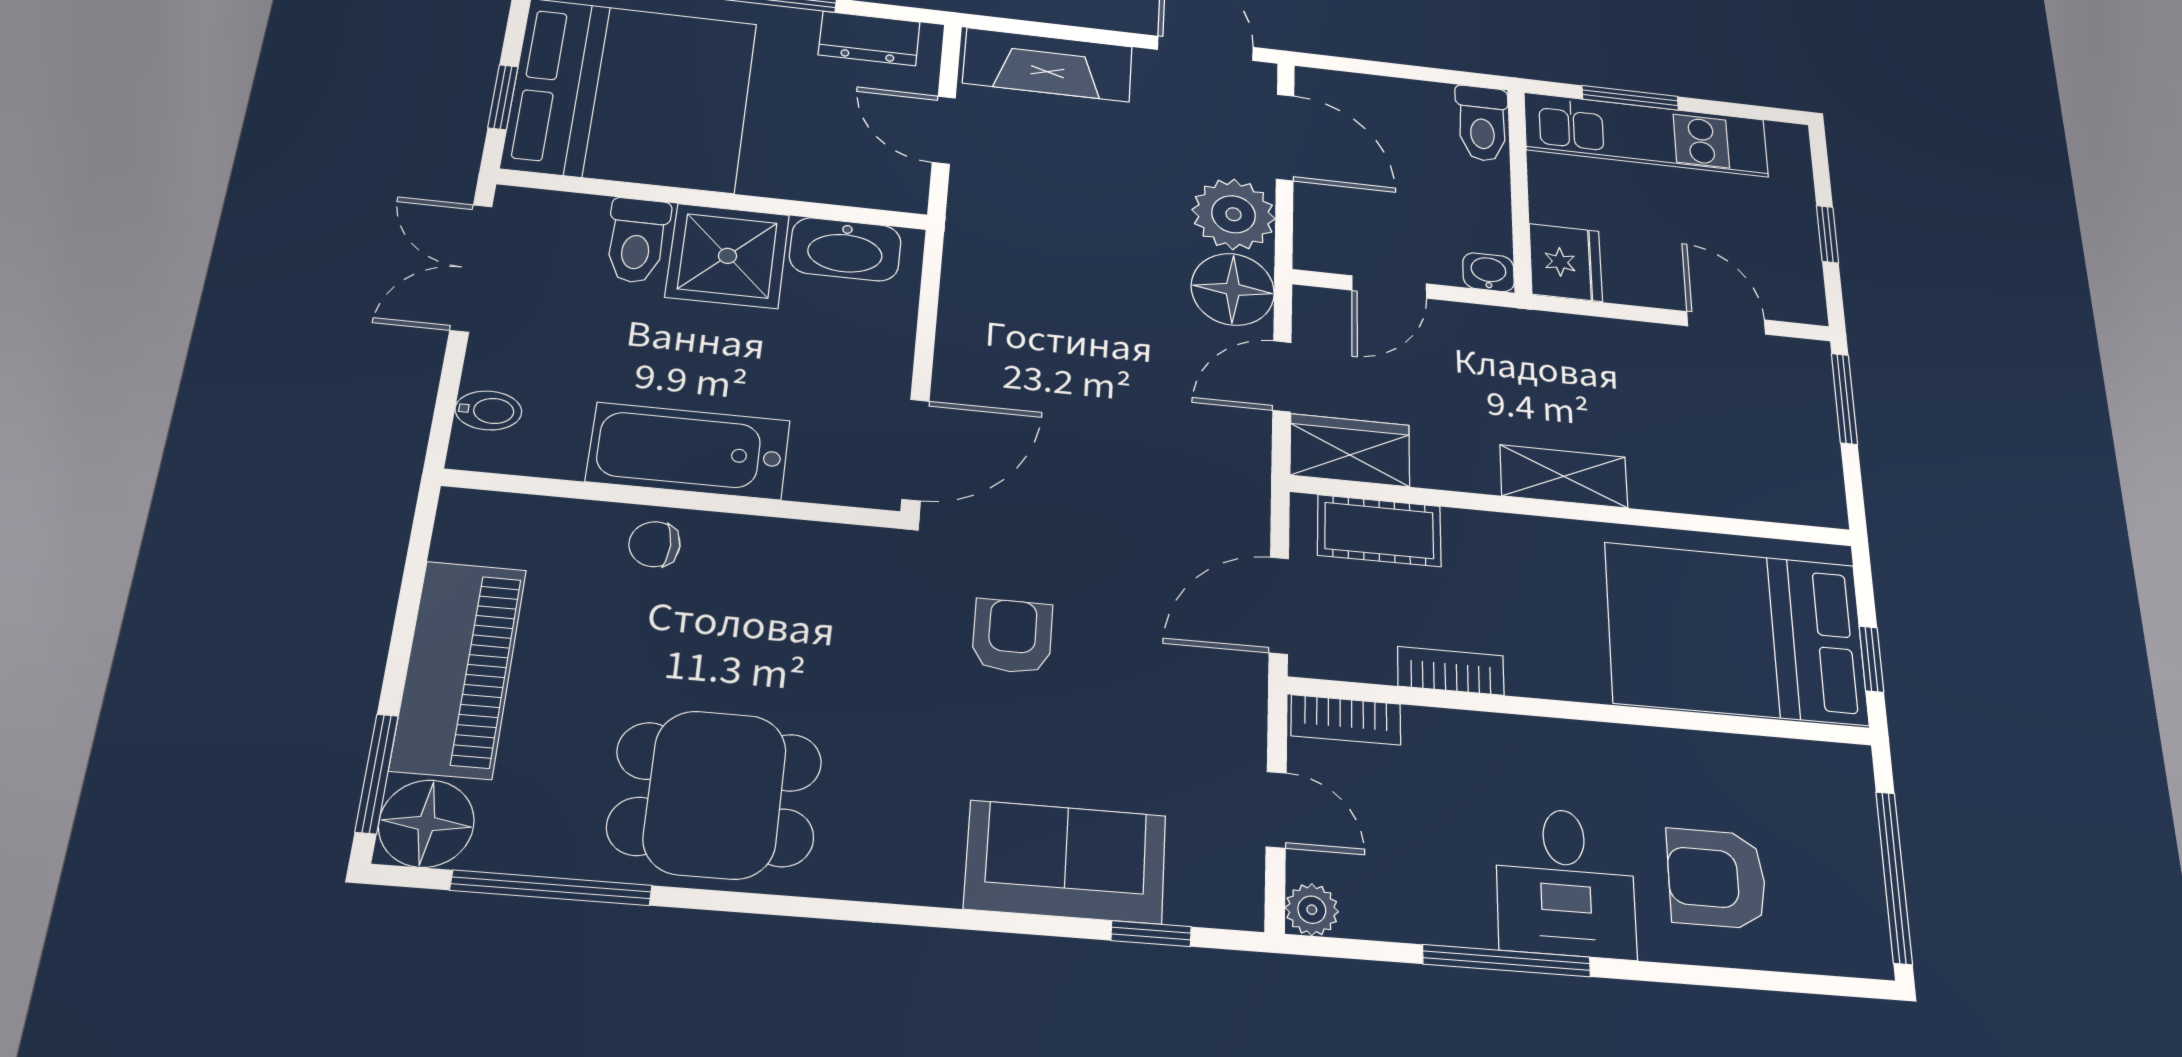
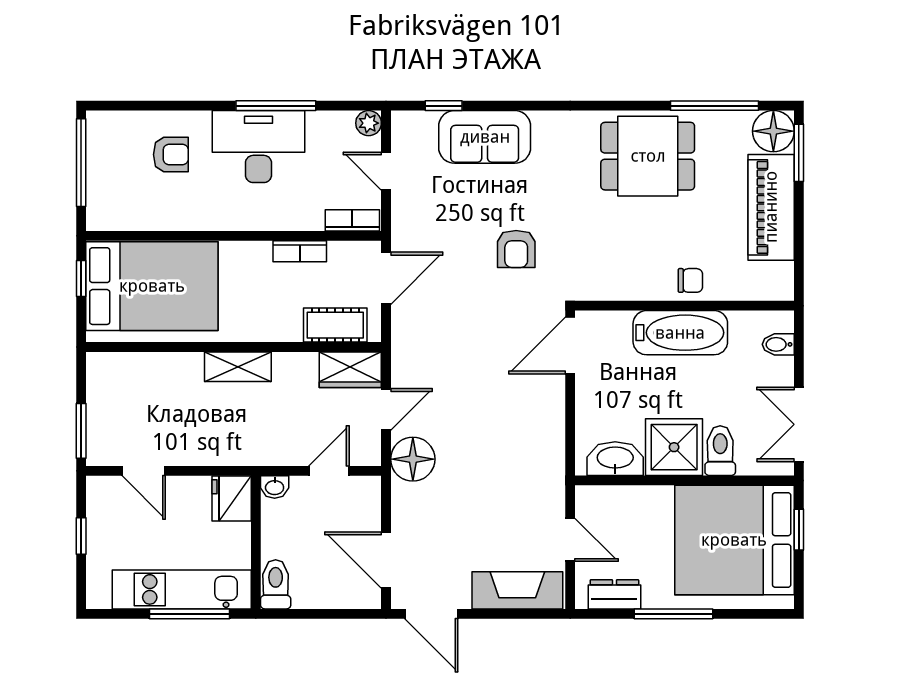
window: (1630, 98) -> (190, 614), width x1.44
plant: (1234, 214) -> (413, 506), removed
double door: (471, 268) -> (799, 424), swing flipped
armchair: (1717, 878) -> (171, 155), width x0.72, depth x0.72
desk: (1565, 882) -> (258, 147), width x1.37

